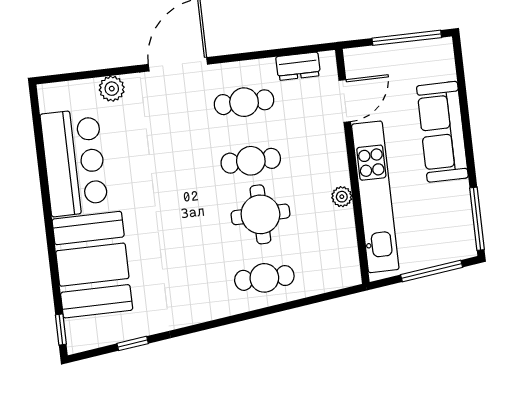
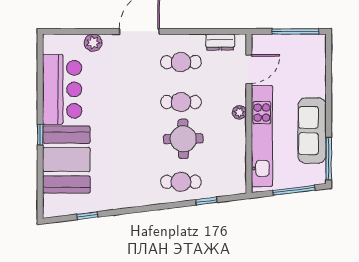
sofa: (442, 132) -> (312, 131), moved
plant: (342, 197) -> (239, 112), moved
window: (305, 302) -> (207, 201), added
window: (61, 329) -> (40, 135), moved

